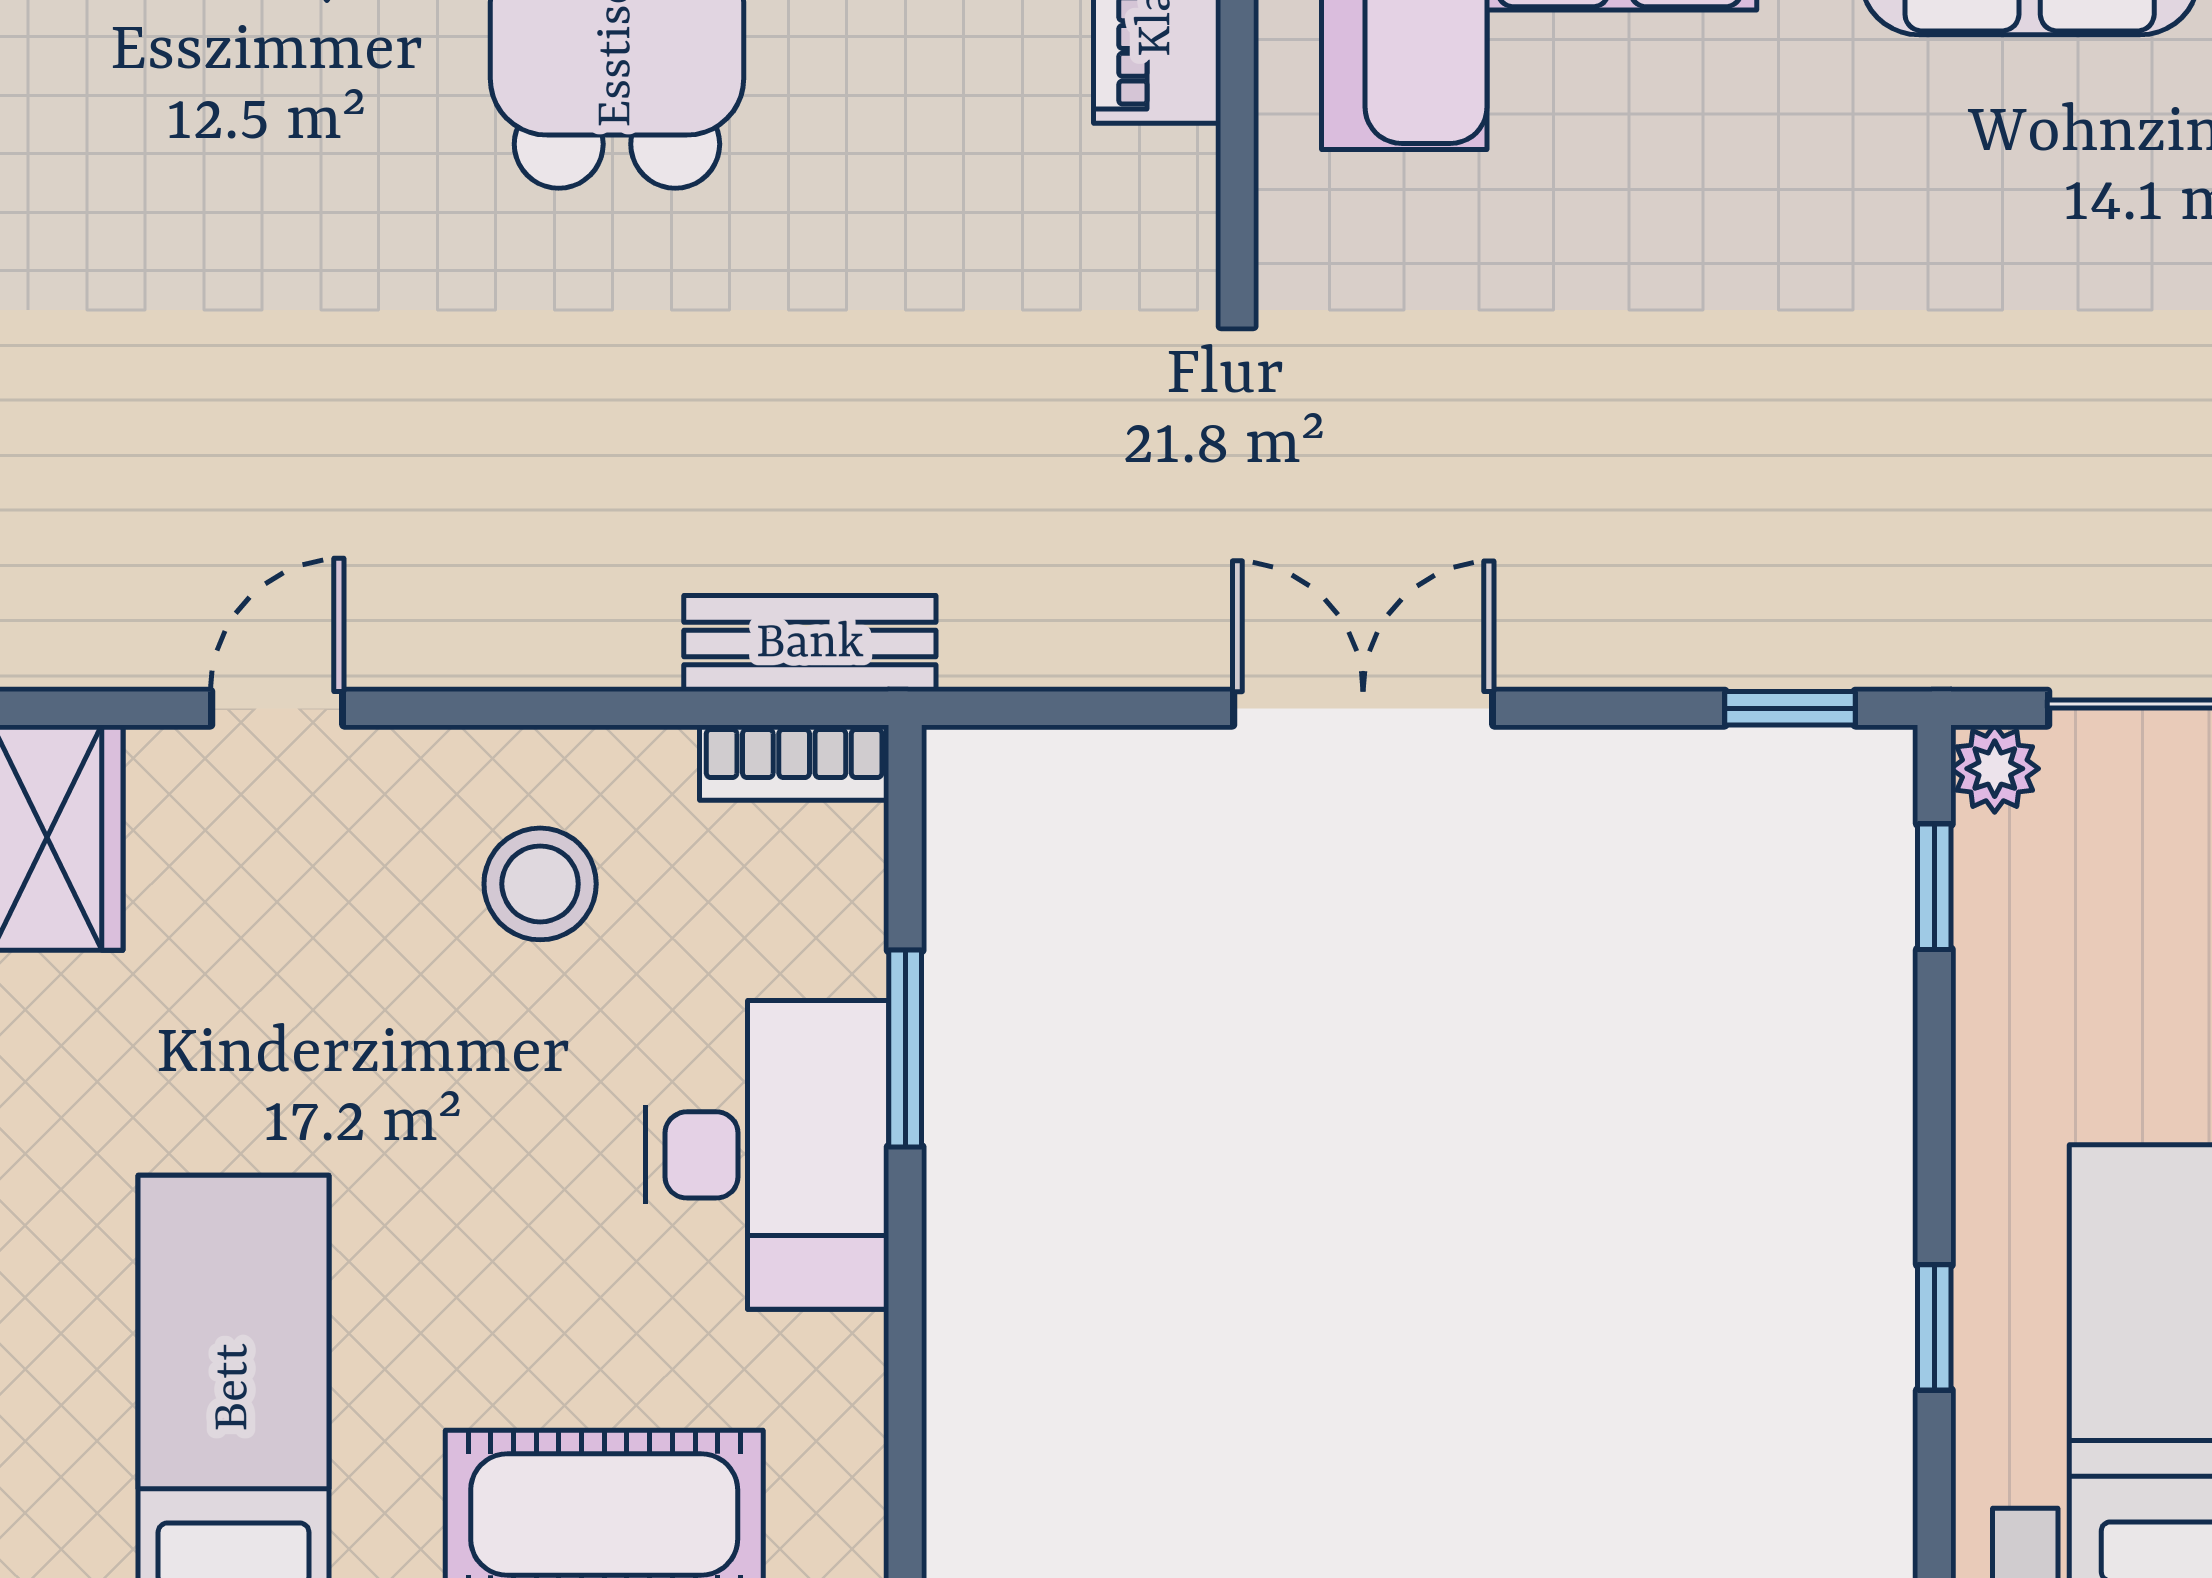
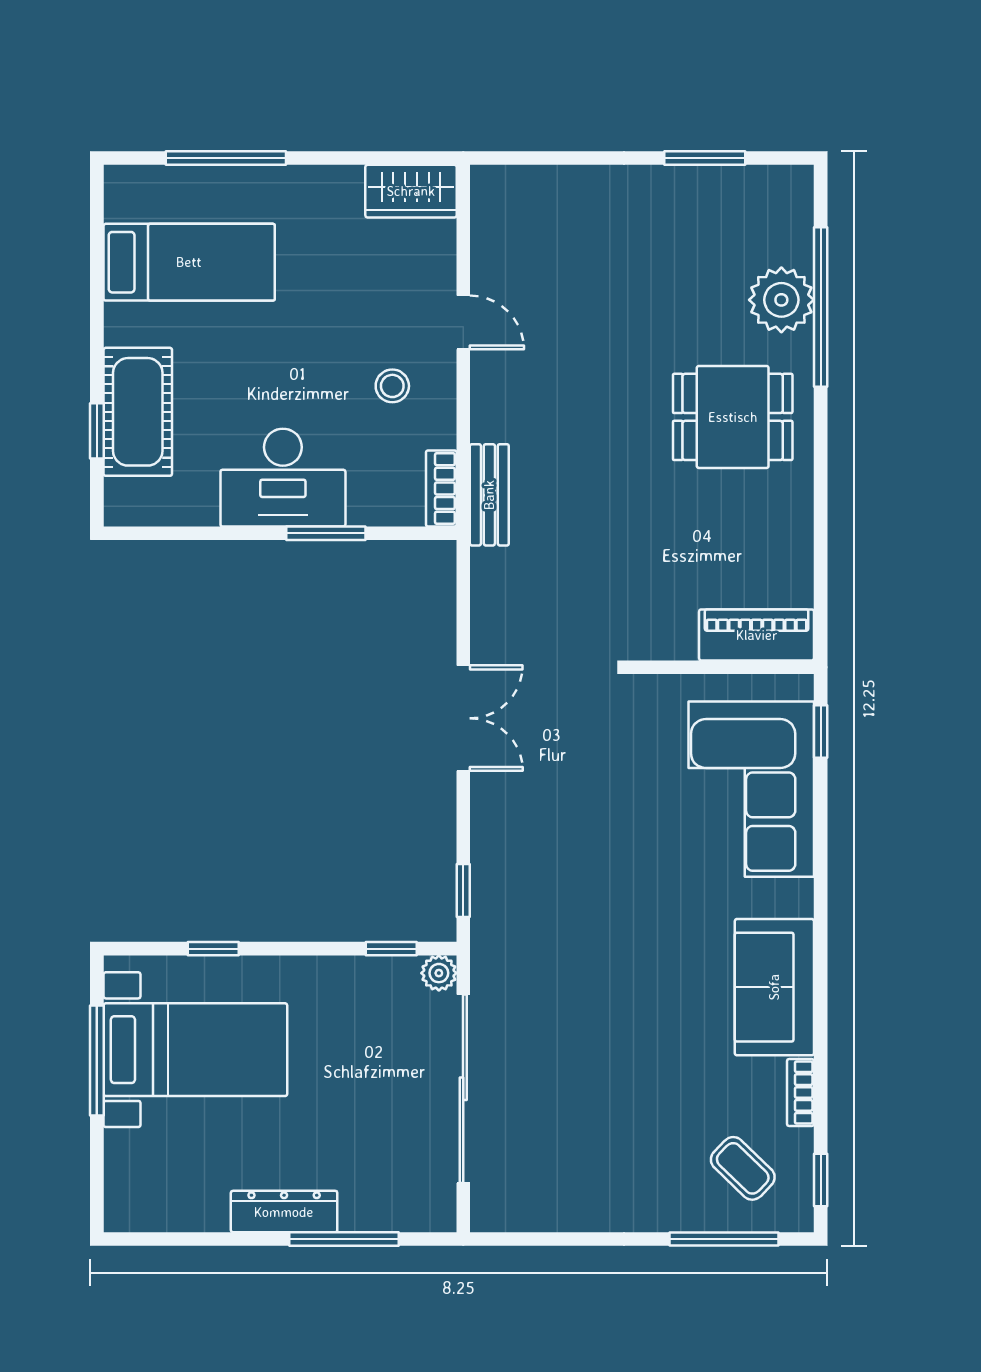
door: (277, 708) -> (463, 322), moved
stool: (540, 884) -> (392, 386), width x0.73, depth x0.73

